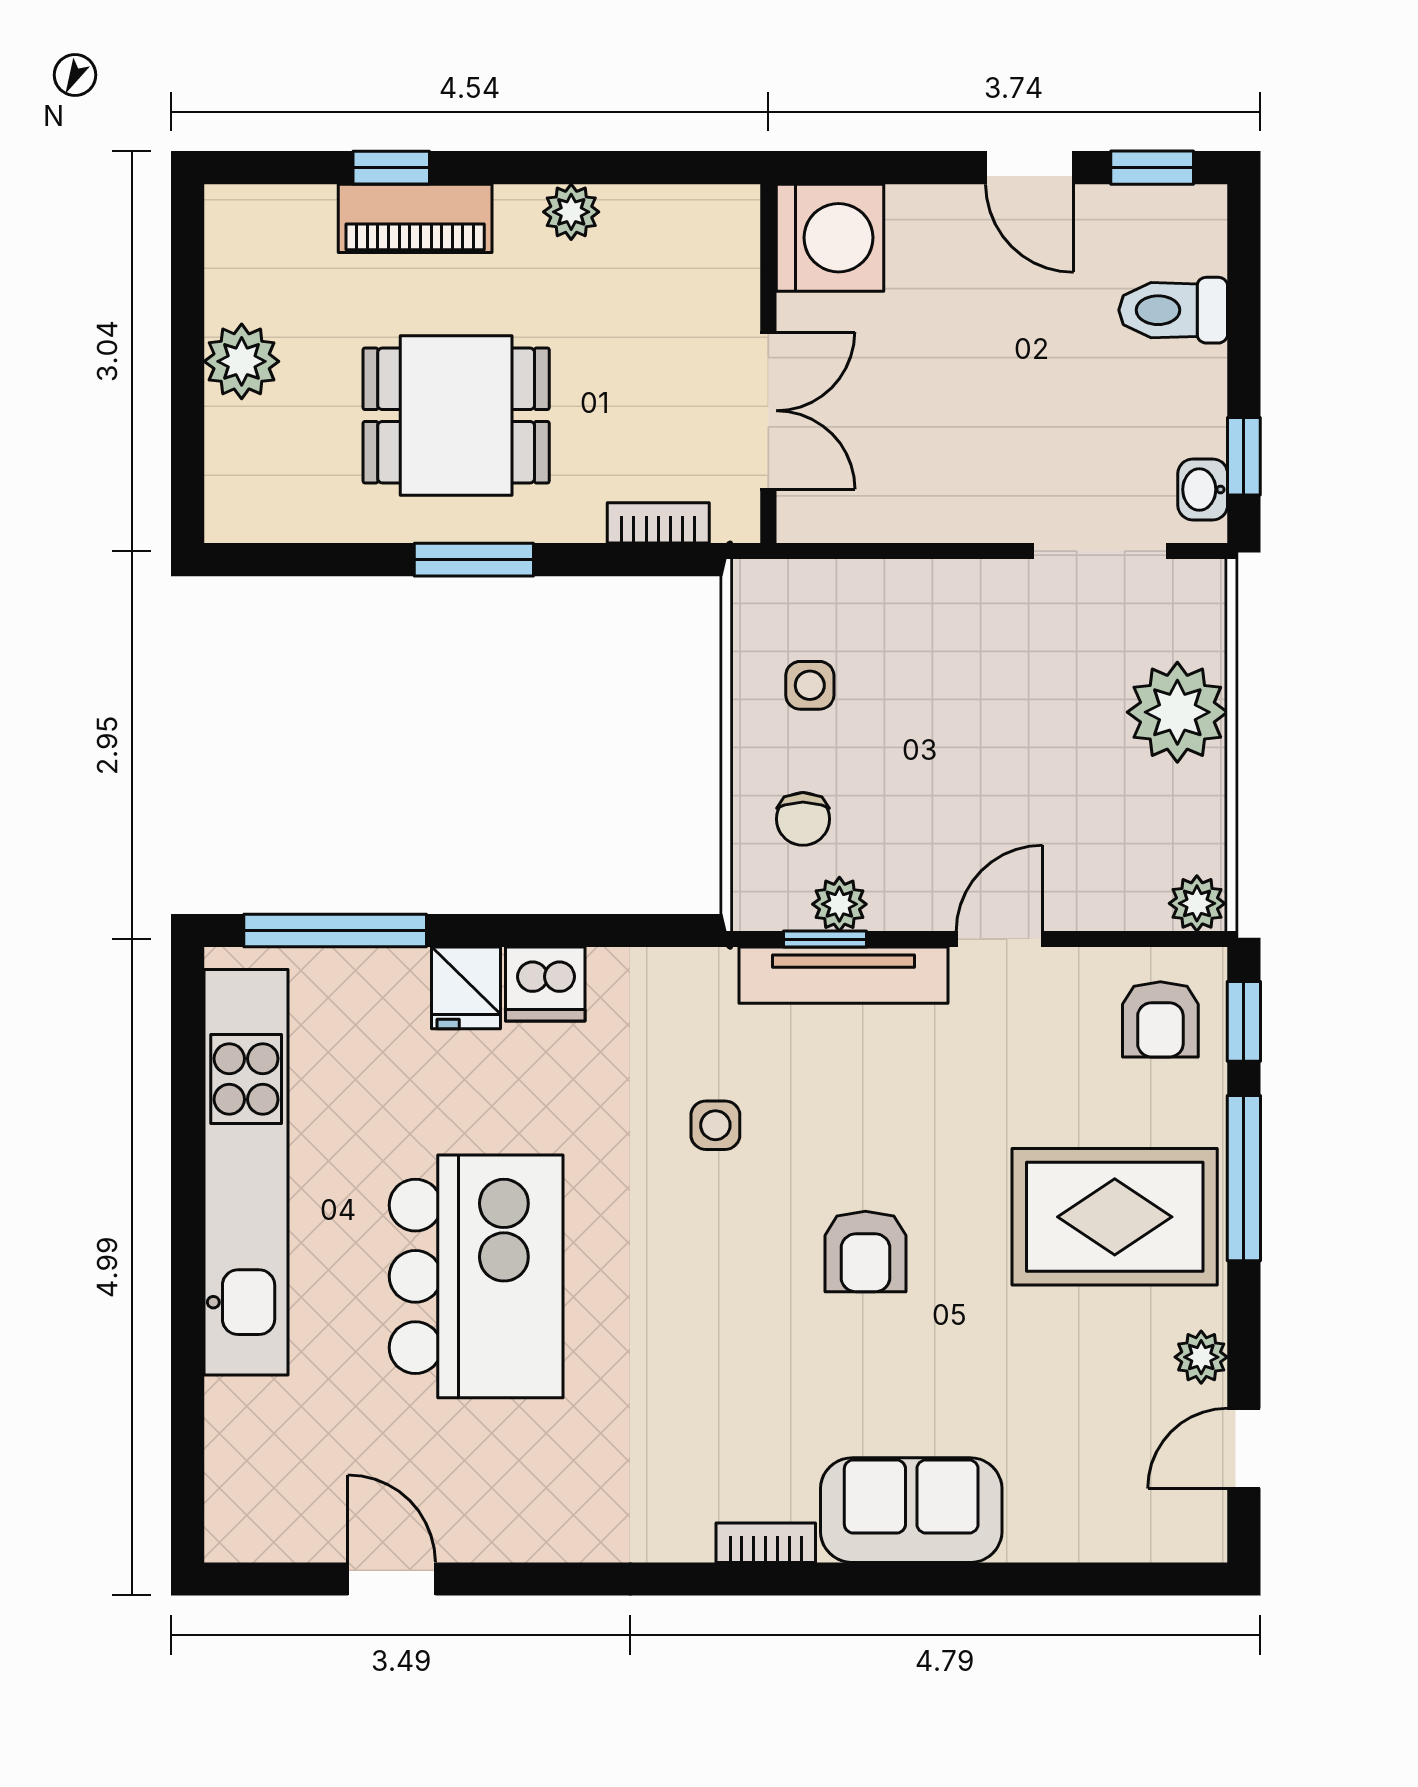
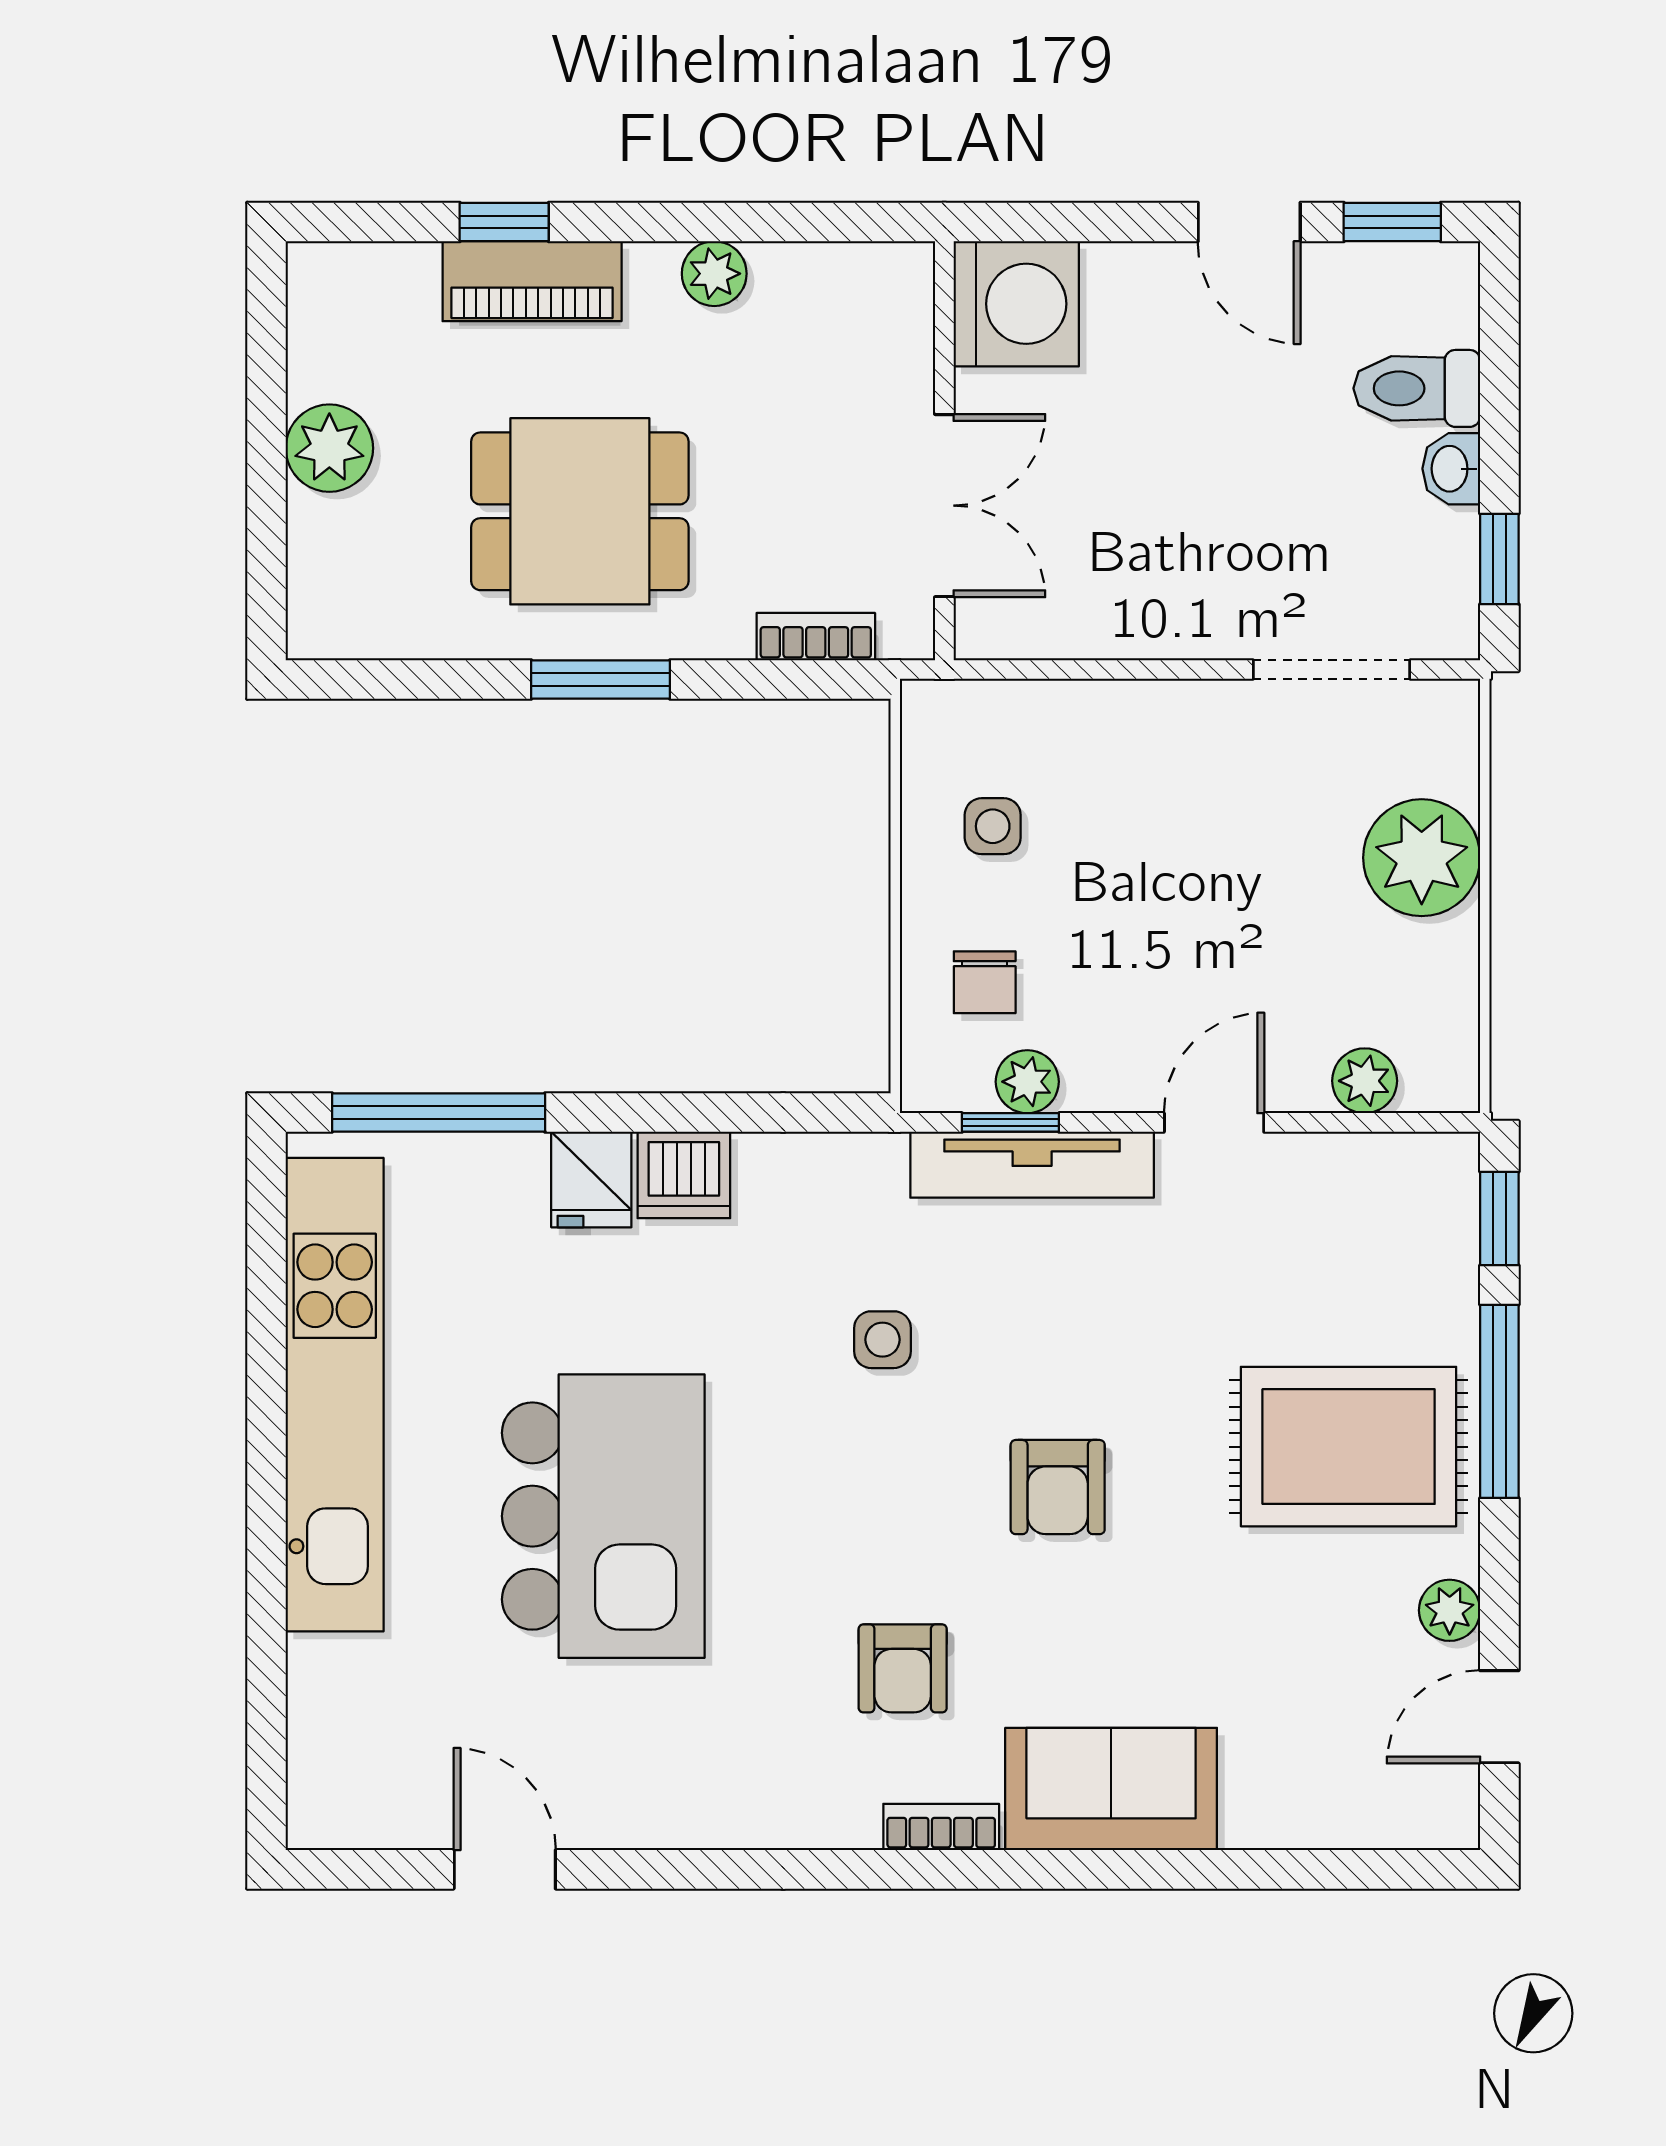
washbasin: (1203, 489) -> (1451, 469), moved
plant: (1197, 903) -> (1365, 1081), moved
armchair: (1160, 1019) -> (903, 1668), moved

